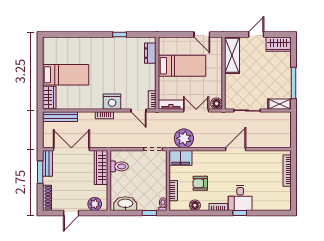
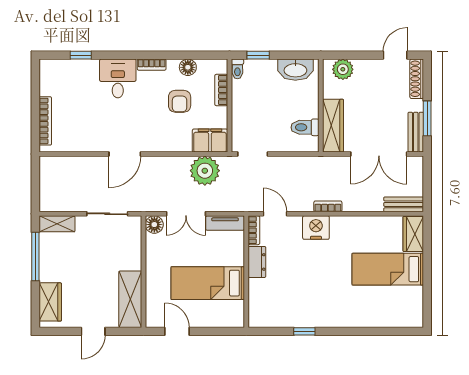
wardrobe: (279, 44) -> (50, 302), moved, turned 90
dresser: (150, 53) -> (257, 262), moved
bench: (60, 117) -> (404, 204), width x0.73
armchair: (200, 183) -> (180, 101), turned 90
door: (71, 213) -> (395, 55), moved
window: (240, 213) -> (81, 55), moved

